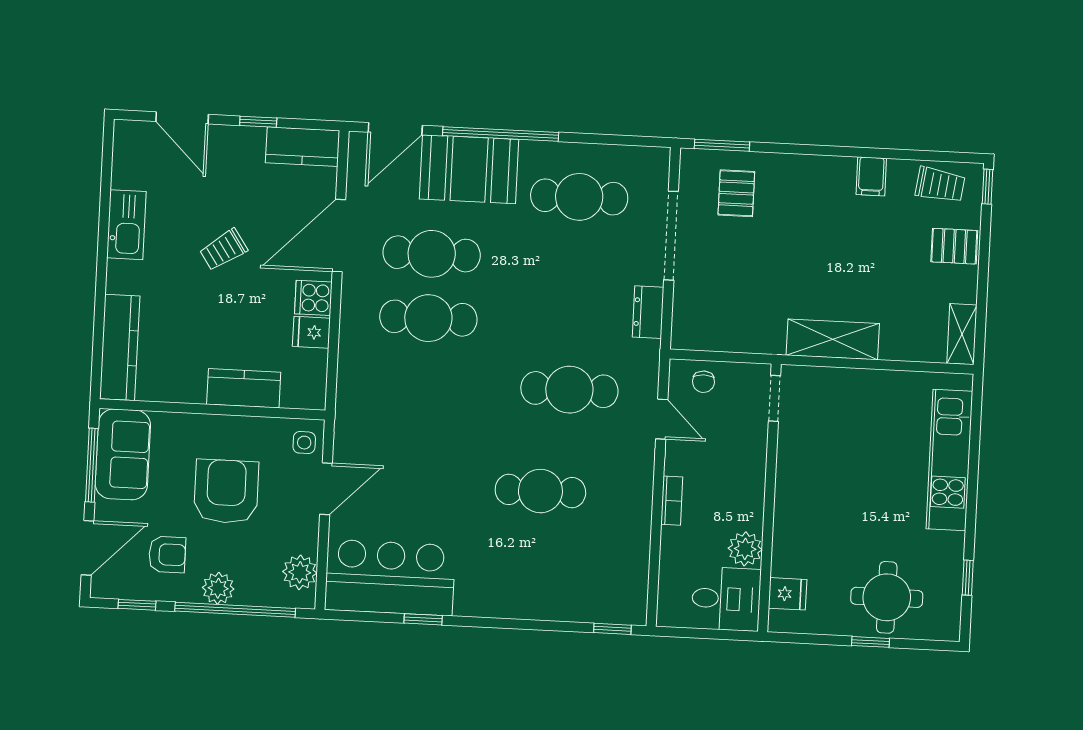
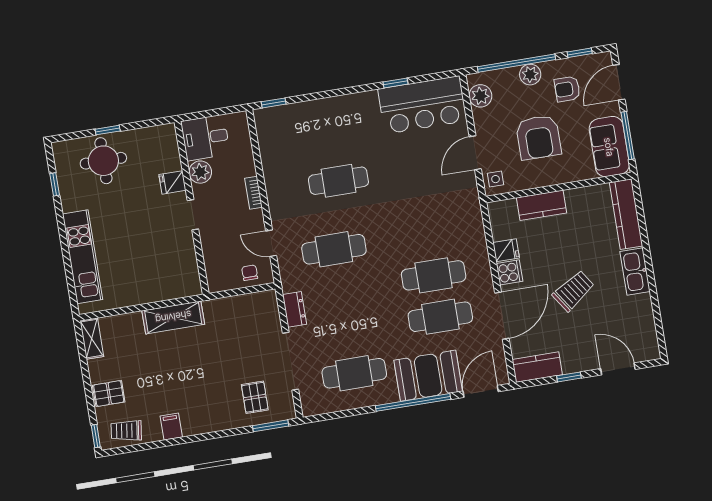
kitchen sink: (126, 225) -> (635, 271), moved
trolley: (223, 250) -> (573, 291), width x1.36, depth x1.39
doorway: (775, 398) -> (193, 215), moved
fridge: (788, 594) -> (172, 182), moved

